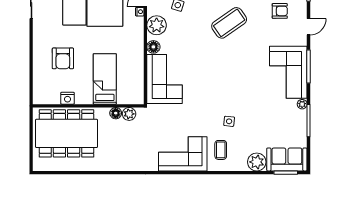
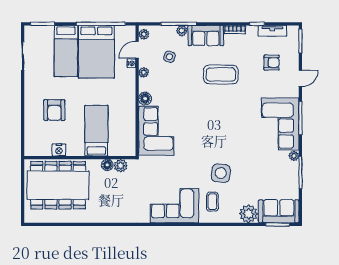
coffee table: (229, 23) -> (221, 74), turned 35
plant: (157, 25) -> (144, 72), width x0.53, depth x0.53
side table: (229, 121) -> (221, 173), width x1.87, depth x1.87

